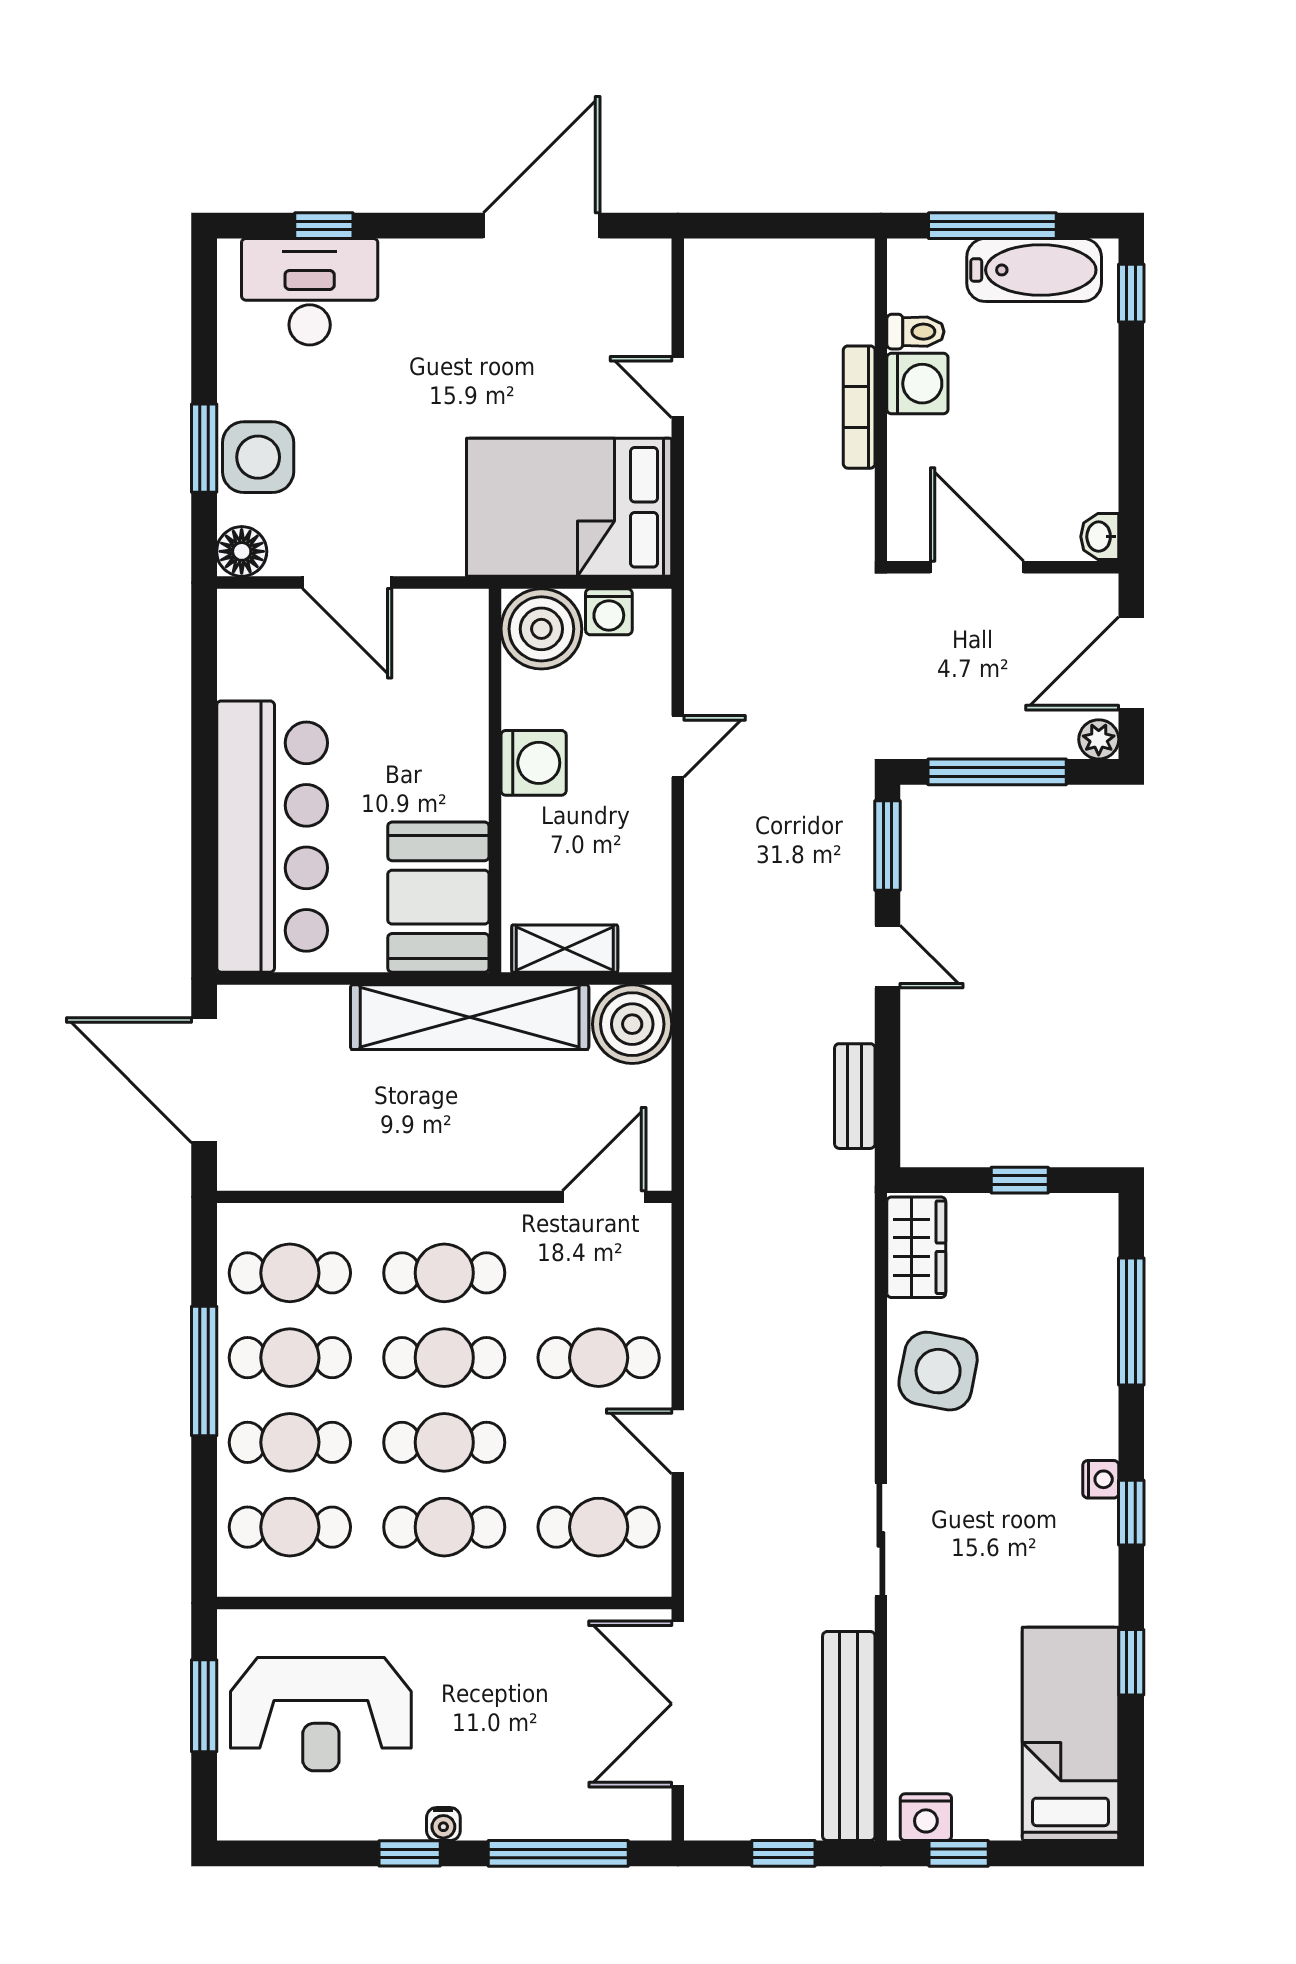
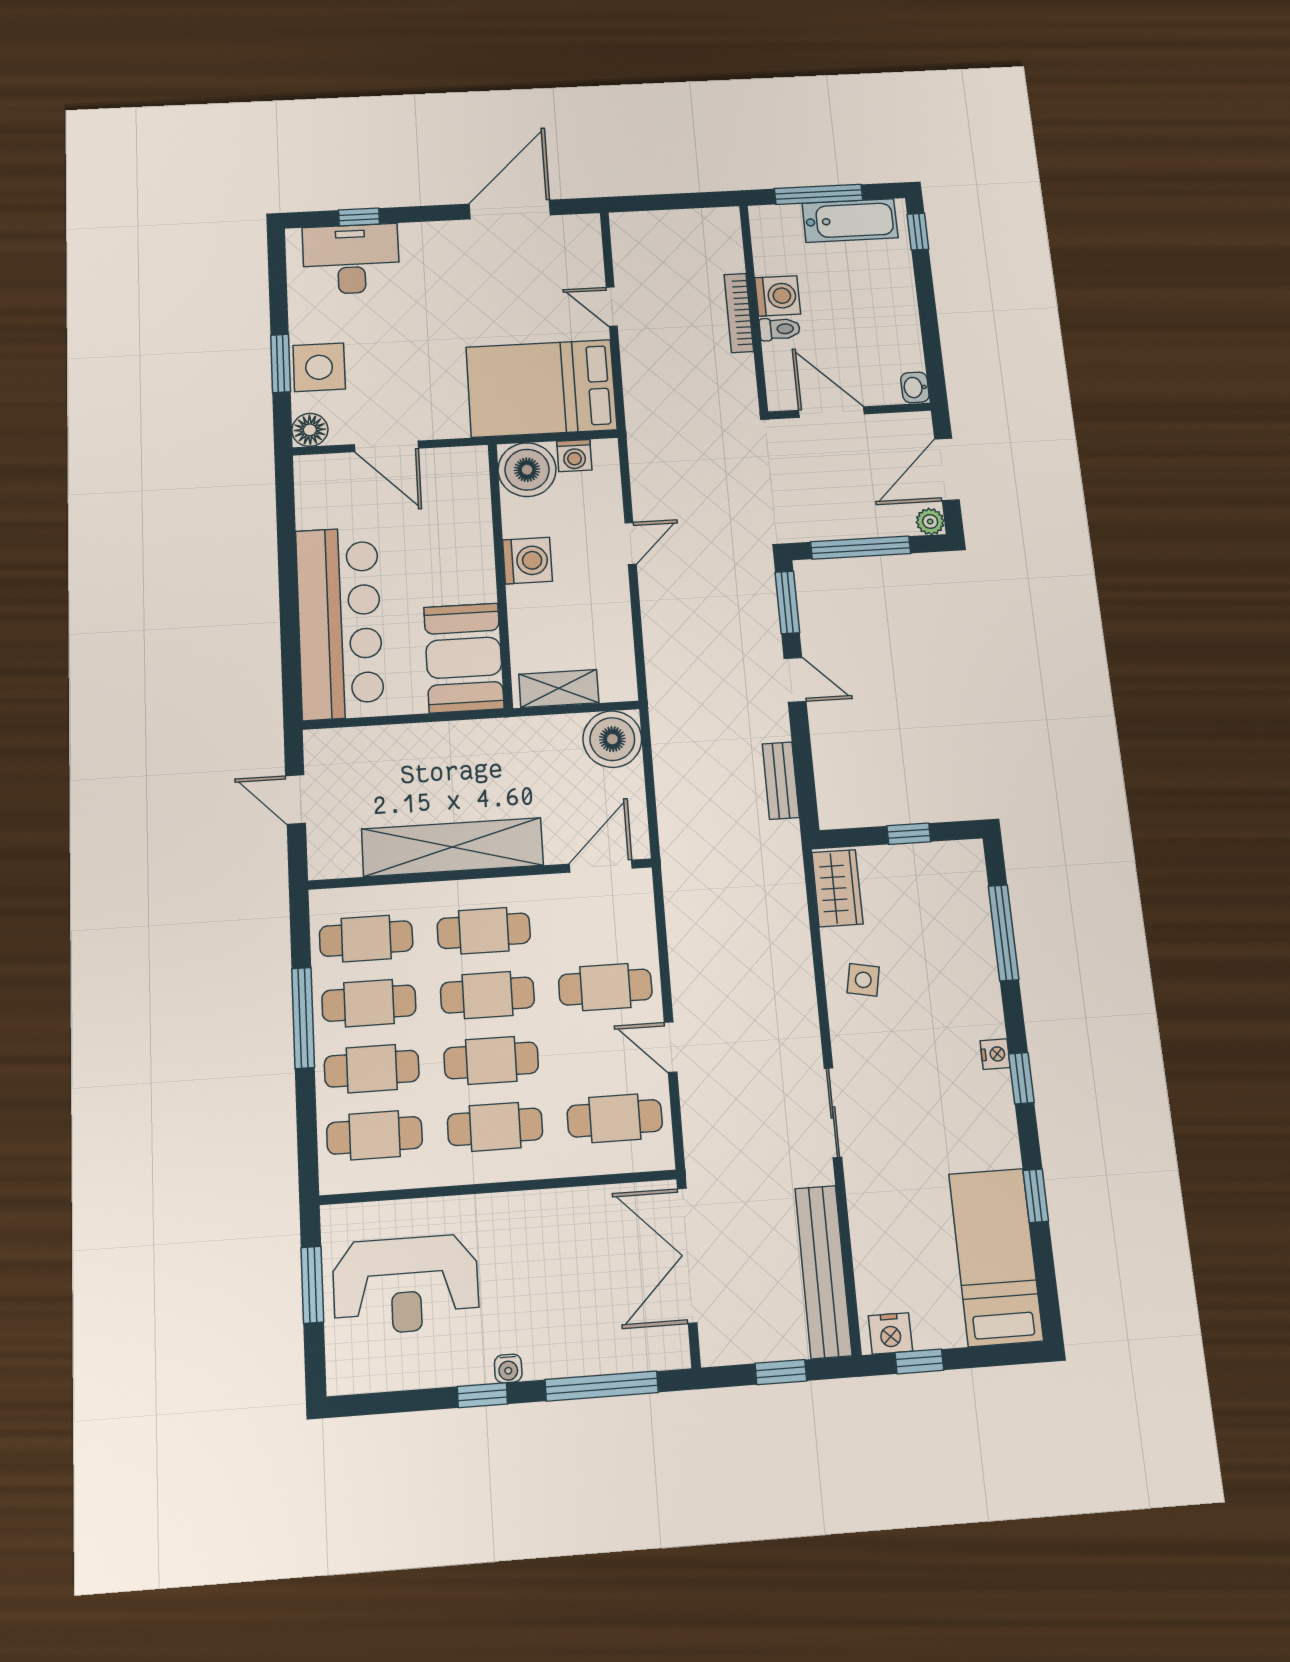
toilet: (915, 332) -> (780, 329), moved
shelving: (470, 1017) -> (452, 847), moved
door: (204, 1080) -> (296, 800), width x0.53
side table: (938, 1371) -> (863, 980), width x0.54, depth x0.54

